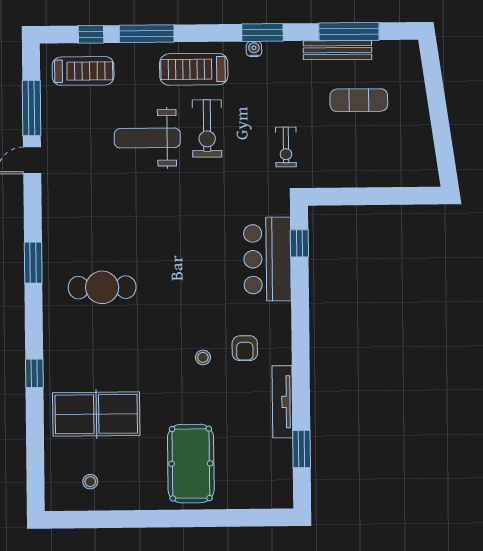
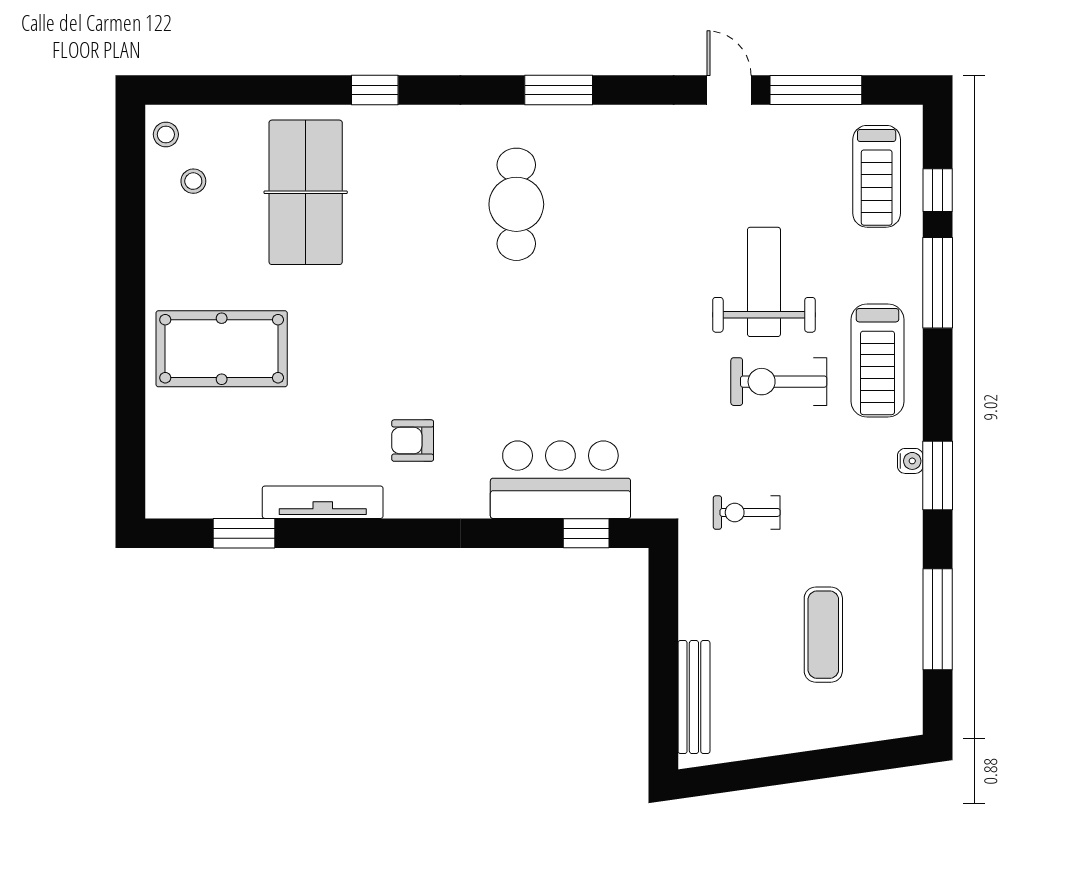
bench: (337, 50) -> (694, 697), moved
treadmill: (194, 69) -> (877, 360), turned 180
stool: (203, 357) -> (166, 134), moved

